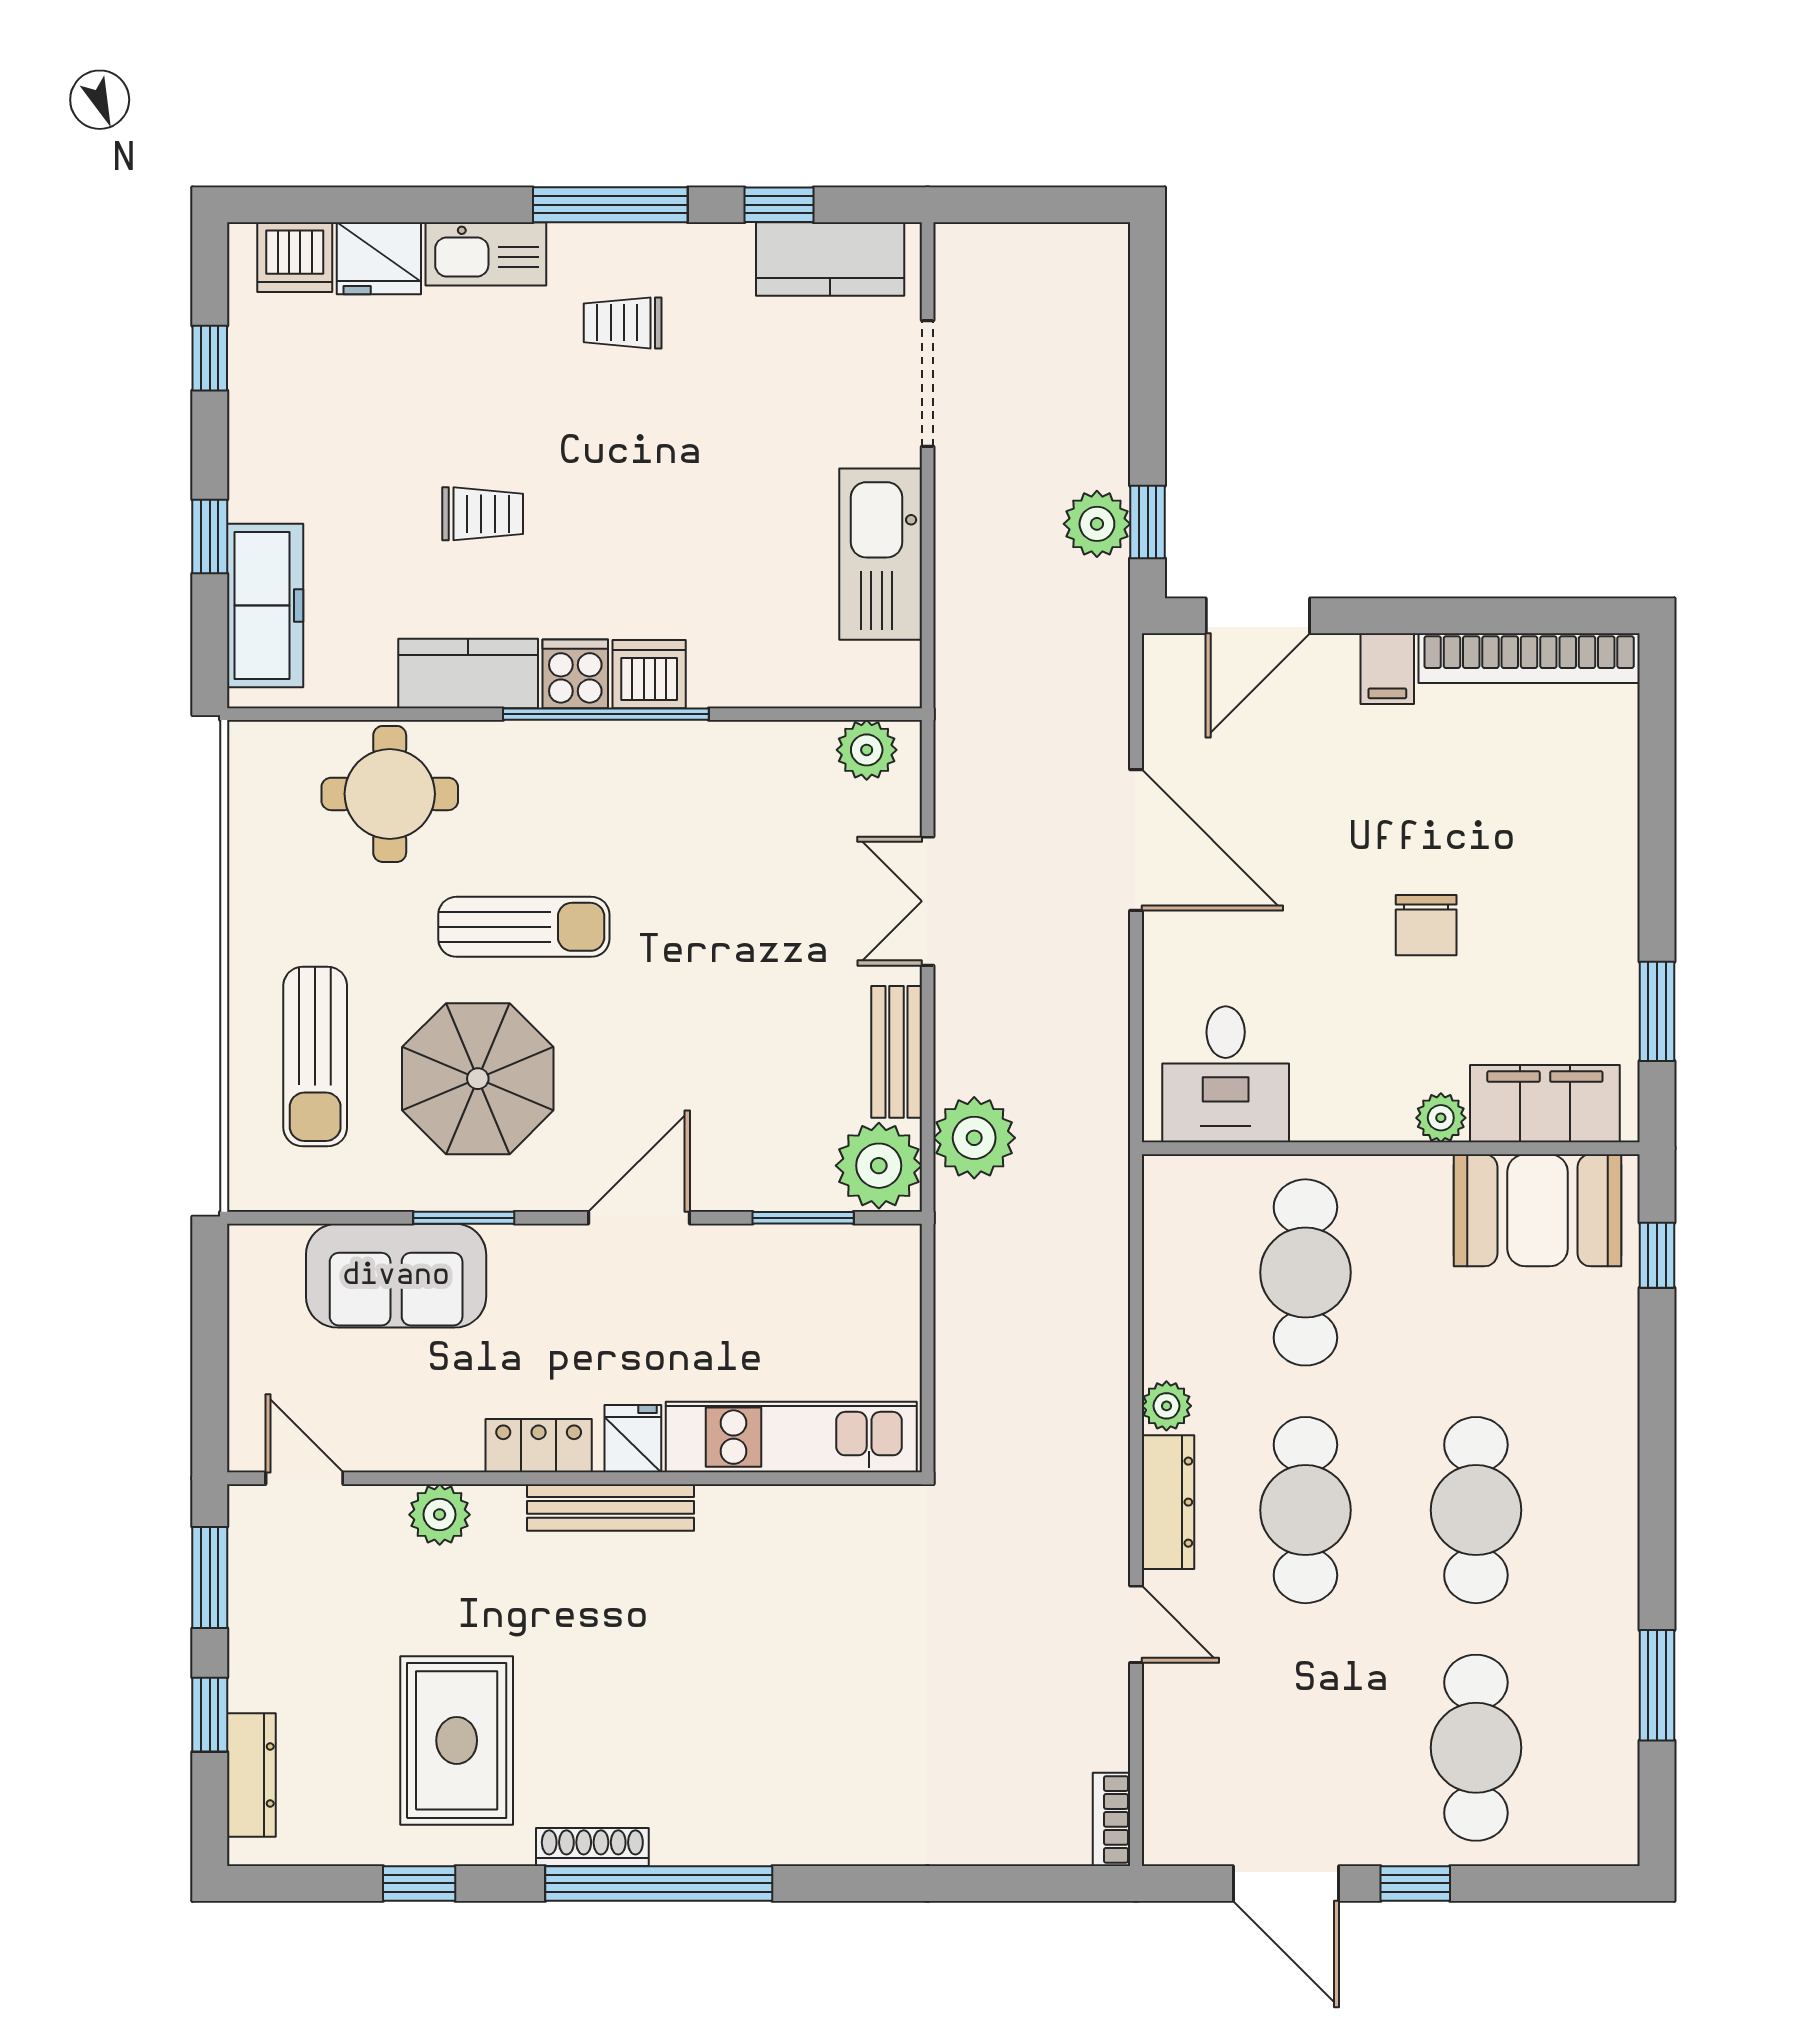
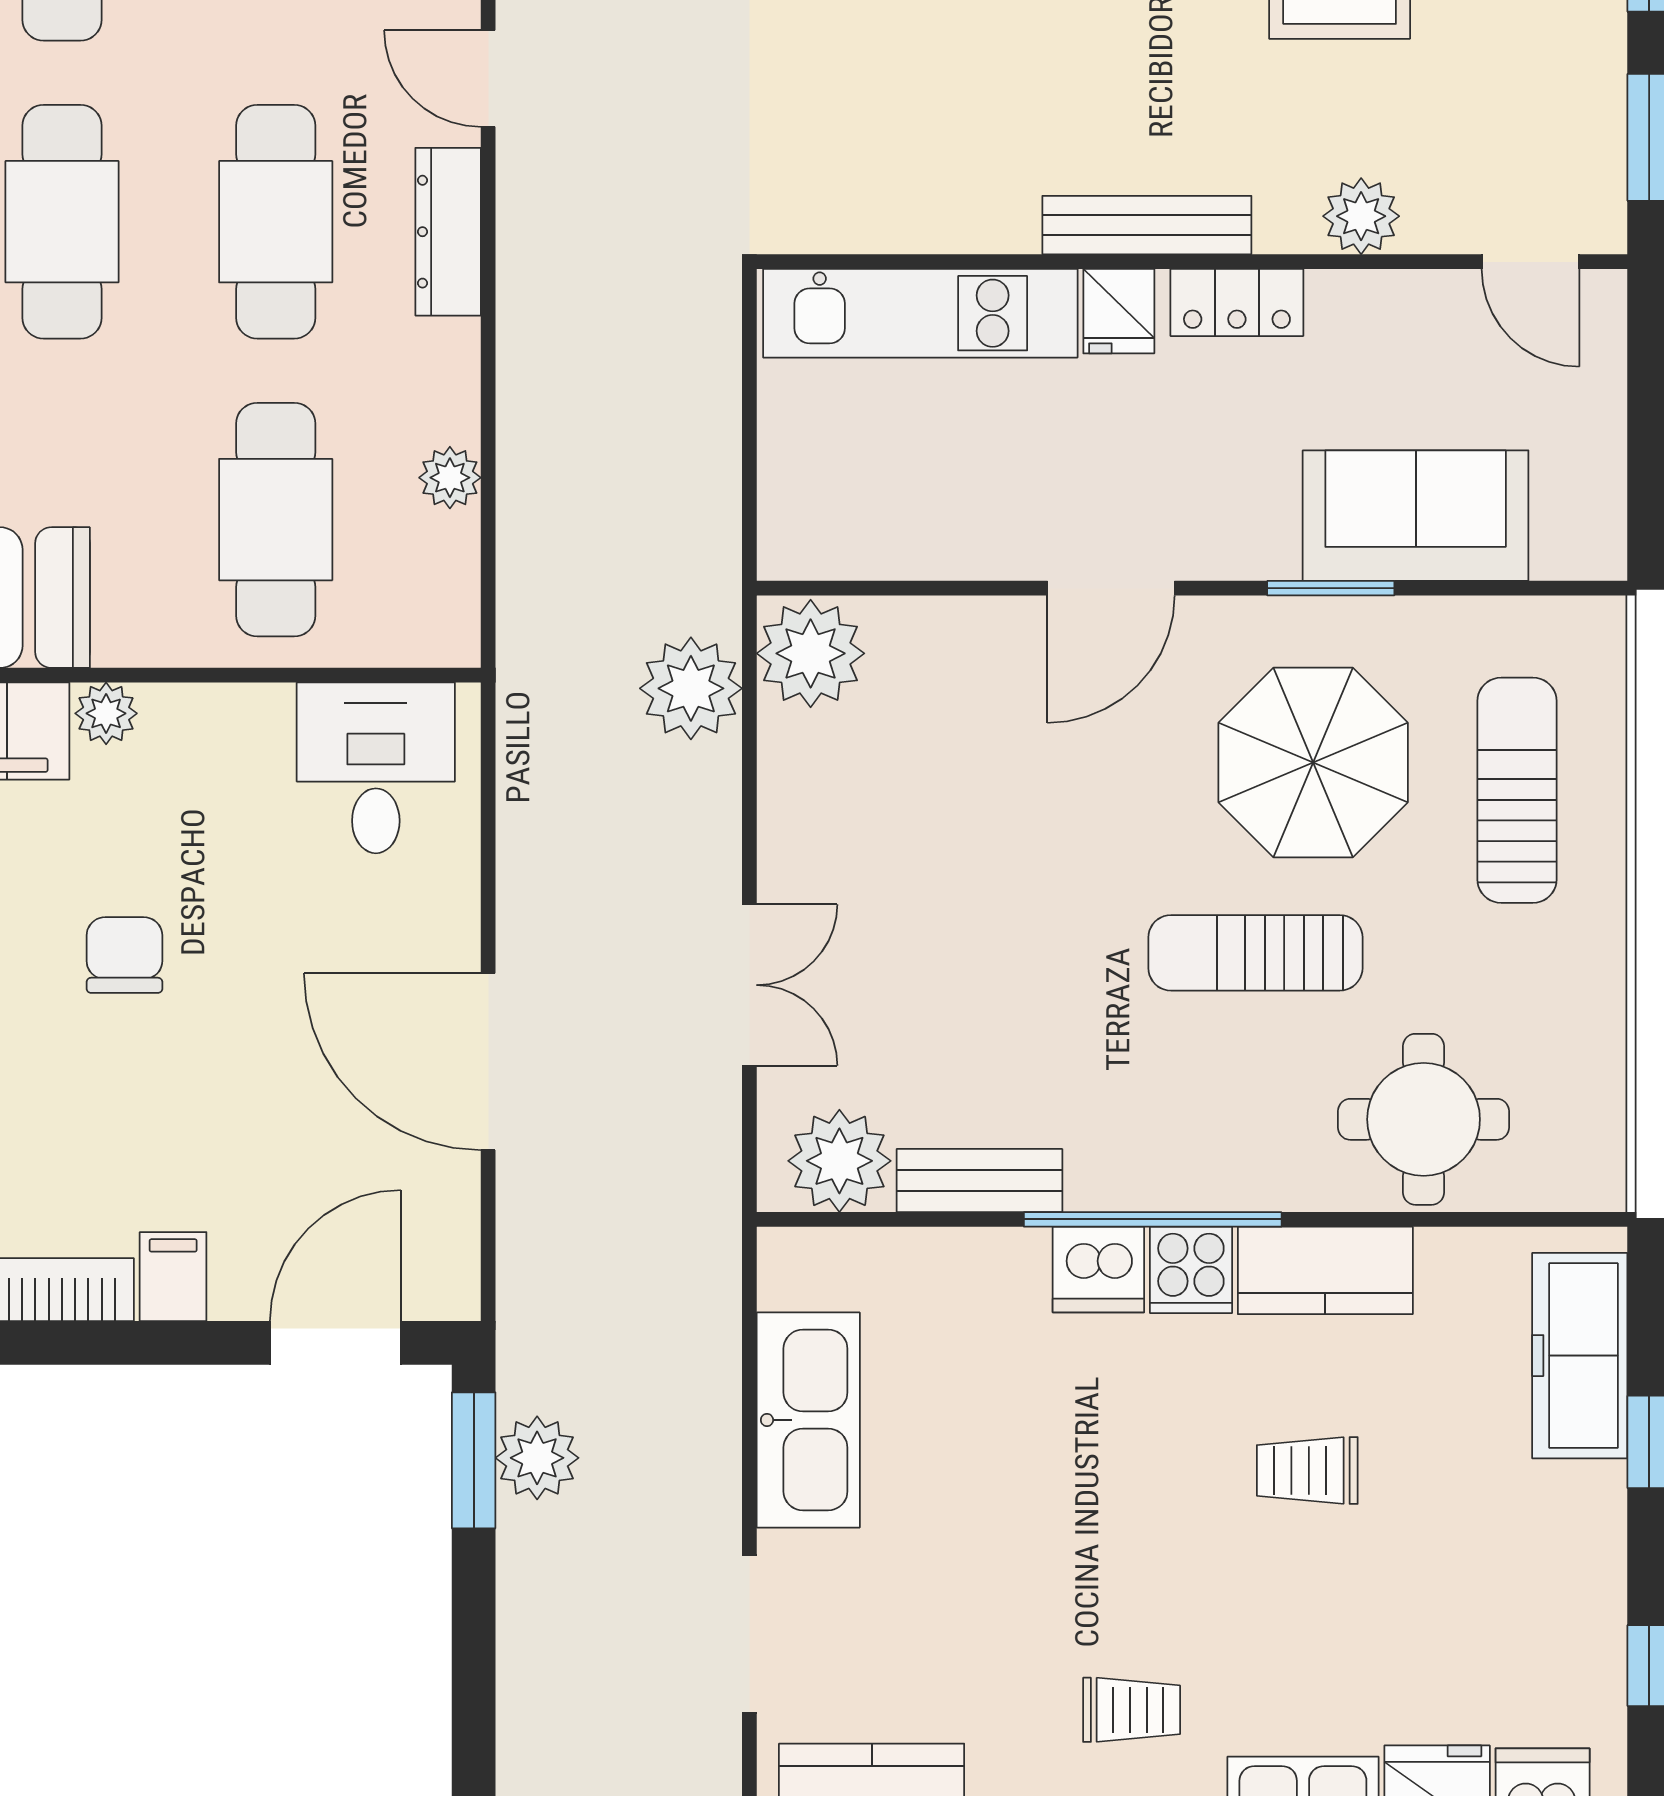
window: (1148, 522) -> (474, 1460), width x1.50
plant: (867, 750) -> (839, 1161), width x1.36, depth x1.36
bench: (897, 1052) -> (979, 1181), moved, turned 90
window: (803, 1218) -> (905, 588), removed
plant: (1166, 1406) -> (450, 478), moved

